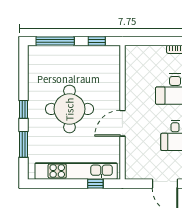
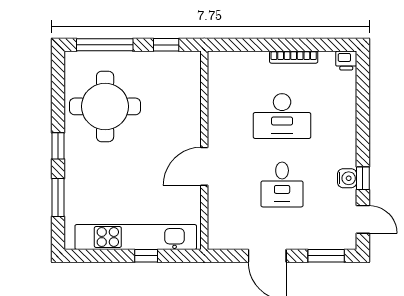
round table: (69, 109) -> (105, 106), moved
window: (95, 184) -> (146, 256), moved

